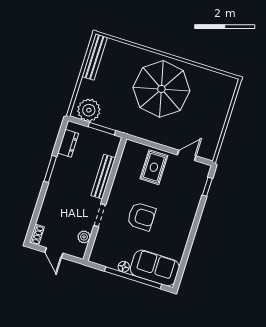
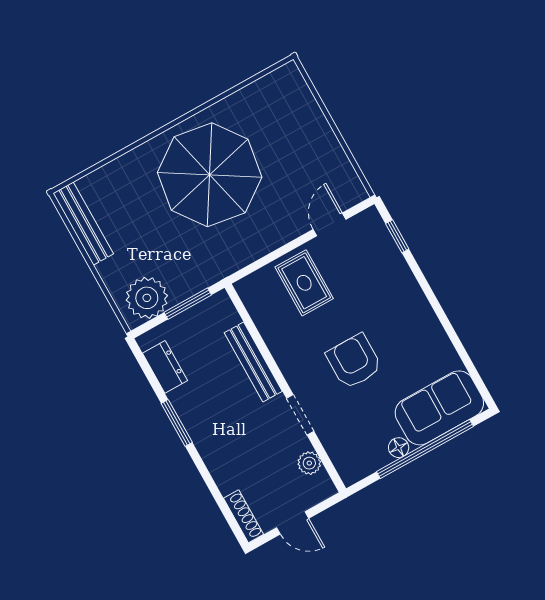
armchair: (141, 217) -> (354, 361), turned -90
shoe rack: (37, 235) -> (244, 516), width x1.43

